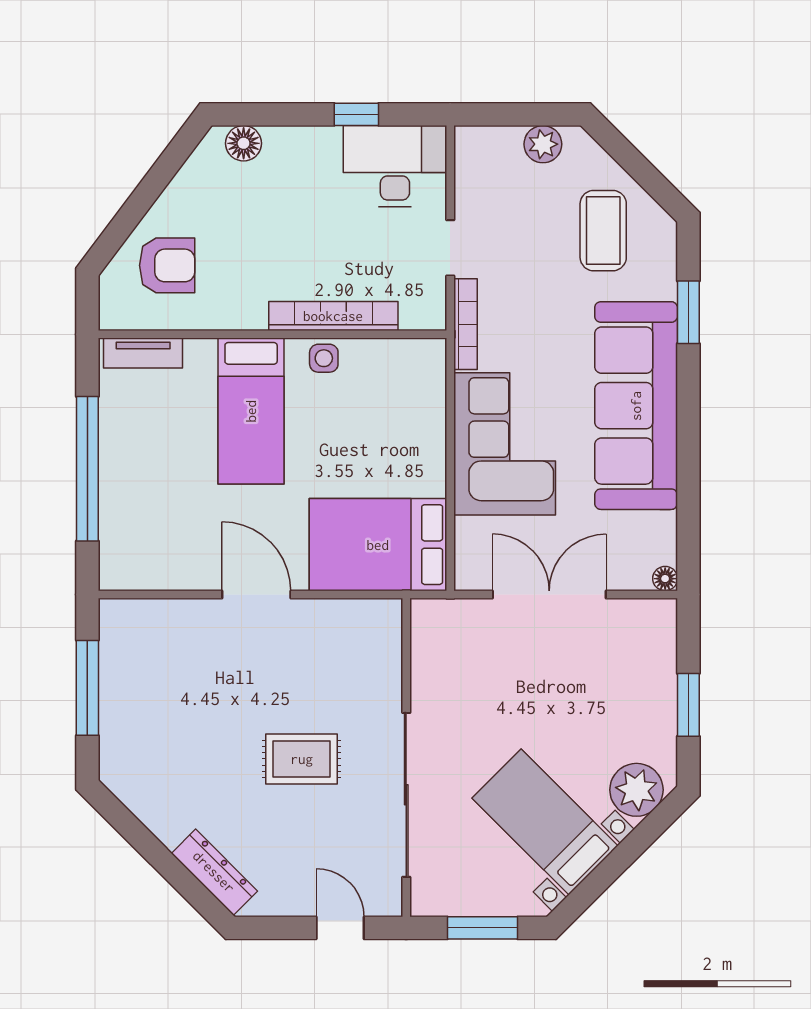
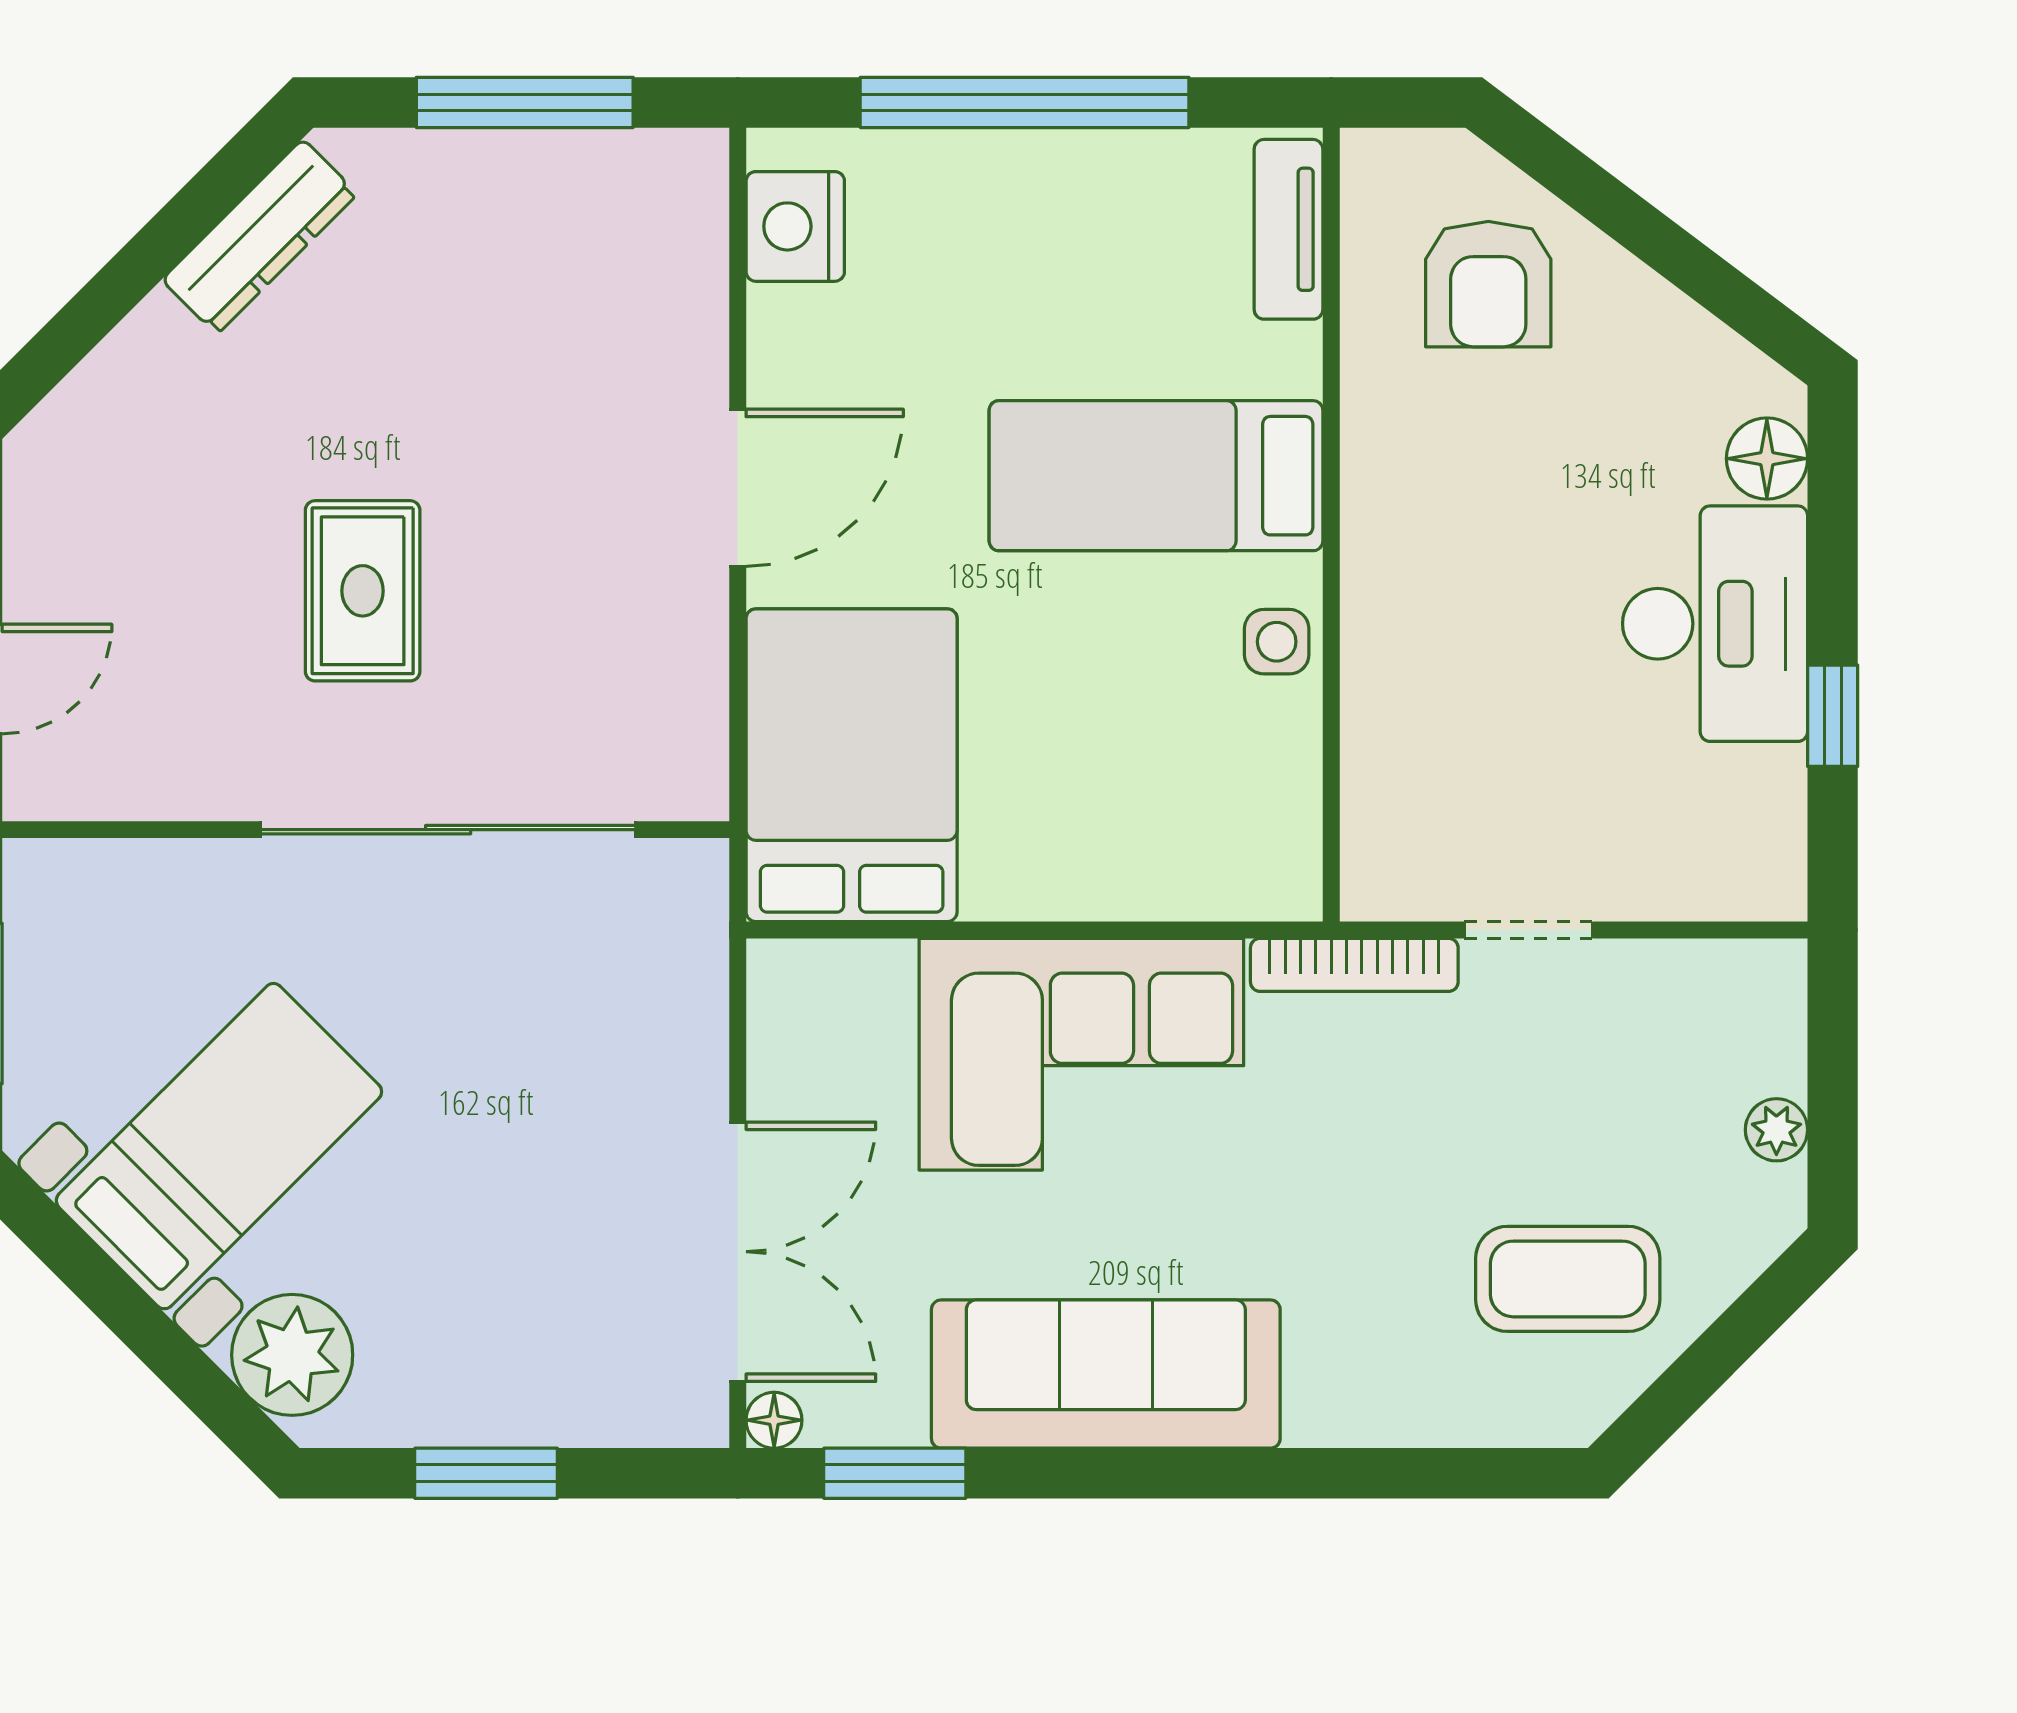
plant: (543, 144) -> (1776, 1130), width x0.73, depth x0.73
desk: (395, 166) -> (1715, 624), moved
window: (688, 312) -> (895, 1473), moved
bookcase: (333, 316) -> (1373, 664), removed
sofa: (636, 406) -> (1106, 1374), width x0.74, depth x0.79
nightstand: (142, 569) -> (795, 226), added
double door: (549, 594) -> (738, 1252), moved
sliding door: (406, 795) -> (448, 830), moved
dresser: (214, 872) -> (260, 237), moved

